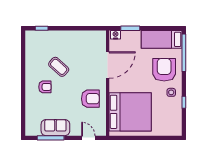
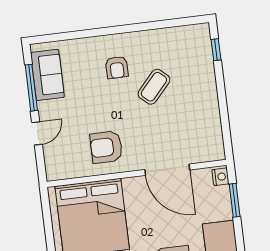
armchair: (90, 99) -> (106, 147), turned 90
sofa: (55, 128) -> (47, 75), moved
door: (88, 138) -> (37, 133), moved

